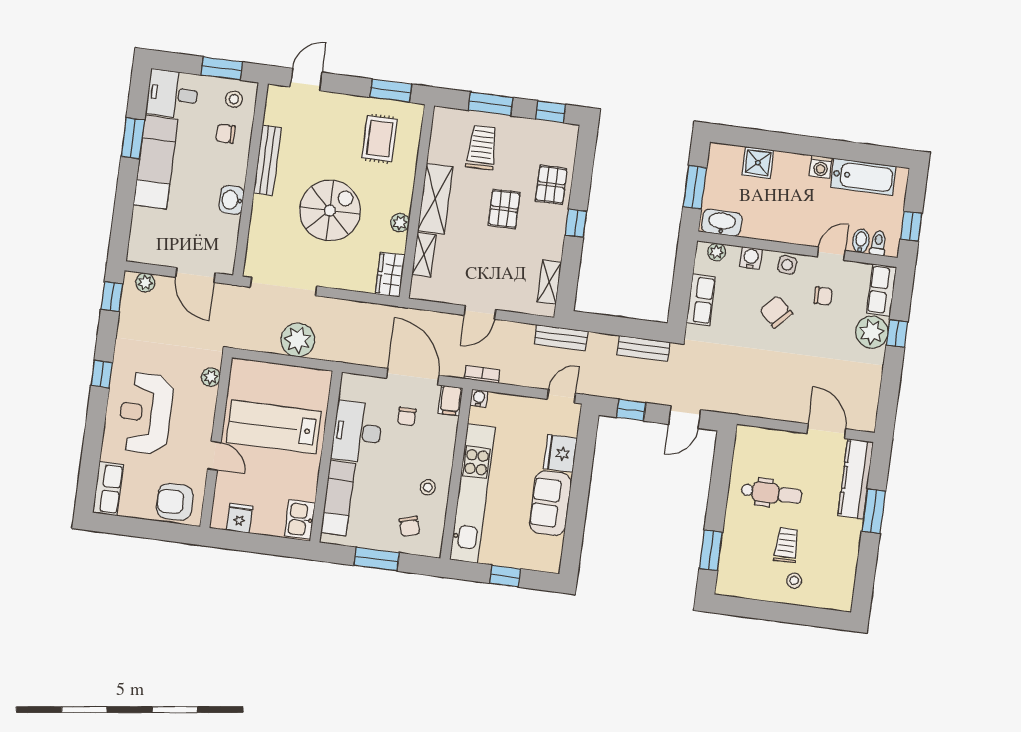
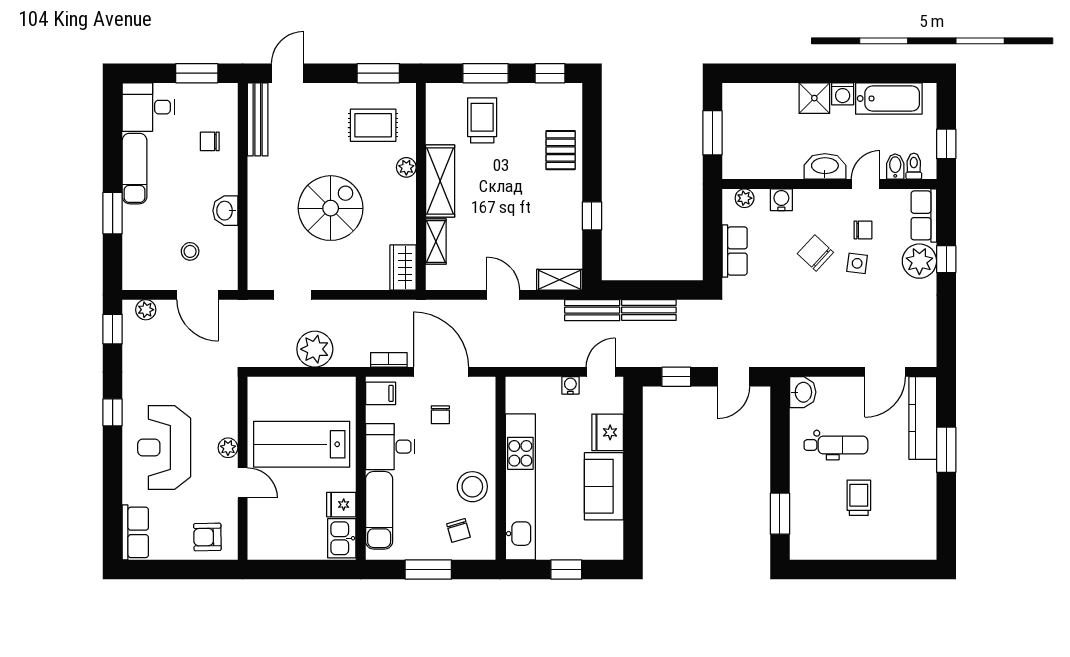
stool: (234, 99) -> (190, 251), moved
window: (133, 138) -> (113, 213), moved
rug: (380, 139) -> (373, 125), turned 90
bench: (267, 160) -> (258, 119), moved
exam couch: (156, 162) -> (135, 169), width x0.73, depth x0.69
shower: (758, 163) -> (814, 98), moved
pallet: (504, 209) -> (514, 182), removed
plant: (400, 223) -> (406, 167), moved
window: (576, 223) -> (592, 216), moved
washbasin: (722, 223) -> (825, 166), moved
side table: (787, 265) -> (857, 263), moved
shelving: (549, 282) -> (560, 280), moved, turned 90
doorway: (284, 287) -> (292, 295), width x0.53
door: (480, 312) -> (503, 295), swing flipped
bench: (644, 348) -> (649, 310), moved
bookcase: (482, 374) -> (389, 360), moved
plant: (211, 377) -> (228, 448), moved
water cooler: (479, 398) -> (570, 385), moved
filing cabinet: (451, 400) -> (381, 393), moved, turned -90
door: (826, 431) -> (885, 372), swing flipped
desk: (357, 432) -> (390, 447), width x0.73
washbasin: (747, 440) -> (803, 392), added
stool: (428, 487) -> (472, 487), width x1.89, depth x1.89
armchair: (175, 502) -> (207, 537), width x0.72, depth x0.72
fridge: (239, 518) -> (341, 505), moved, turned -90
stool: (794, 580) -> (872, 534), removed

